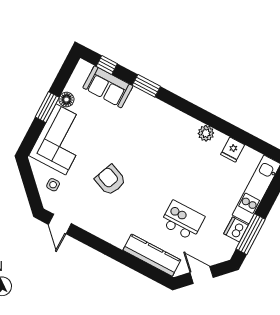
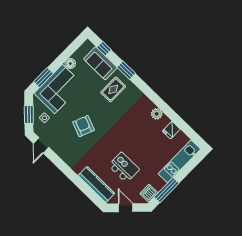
window: (47, 107) -> (43, 78), moved
rug: (136, 118) -> (113, 89), added
window: (30, 187) -> (29, 115), added
dishwasher: (236, 229) -> (149, 193), moved

